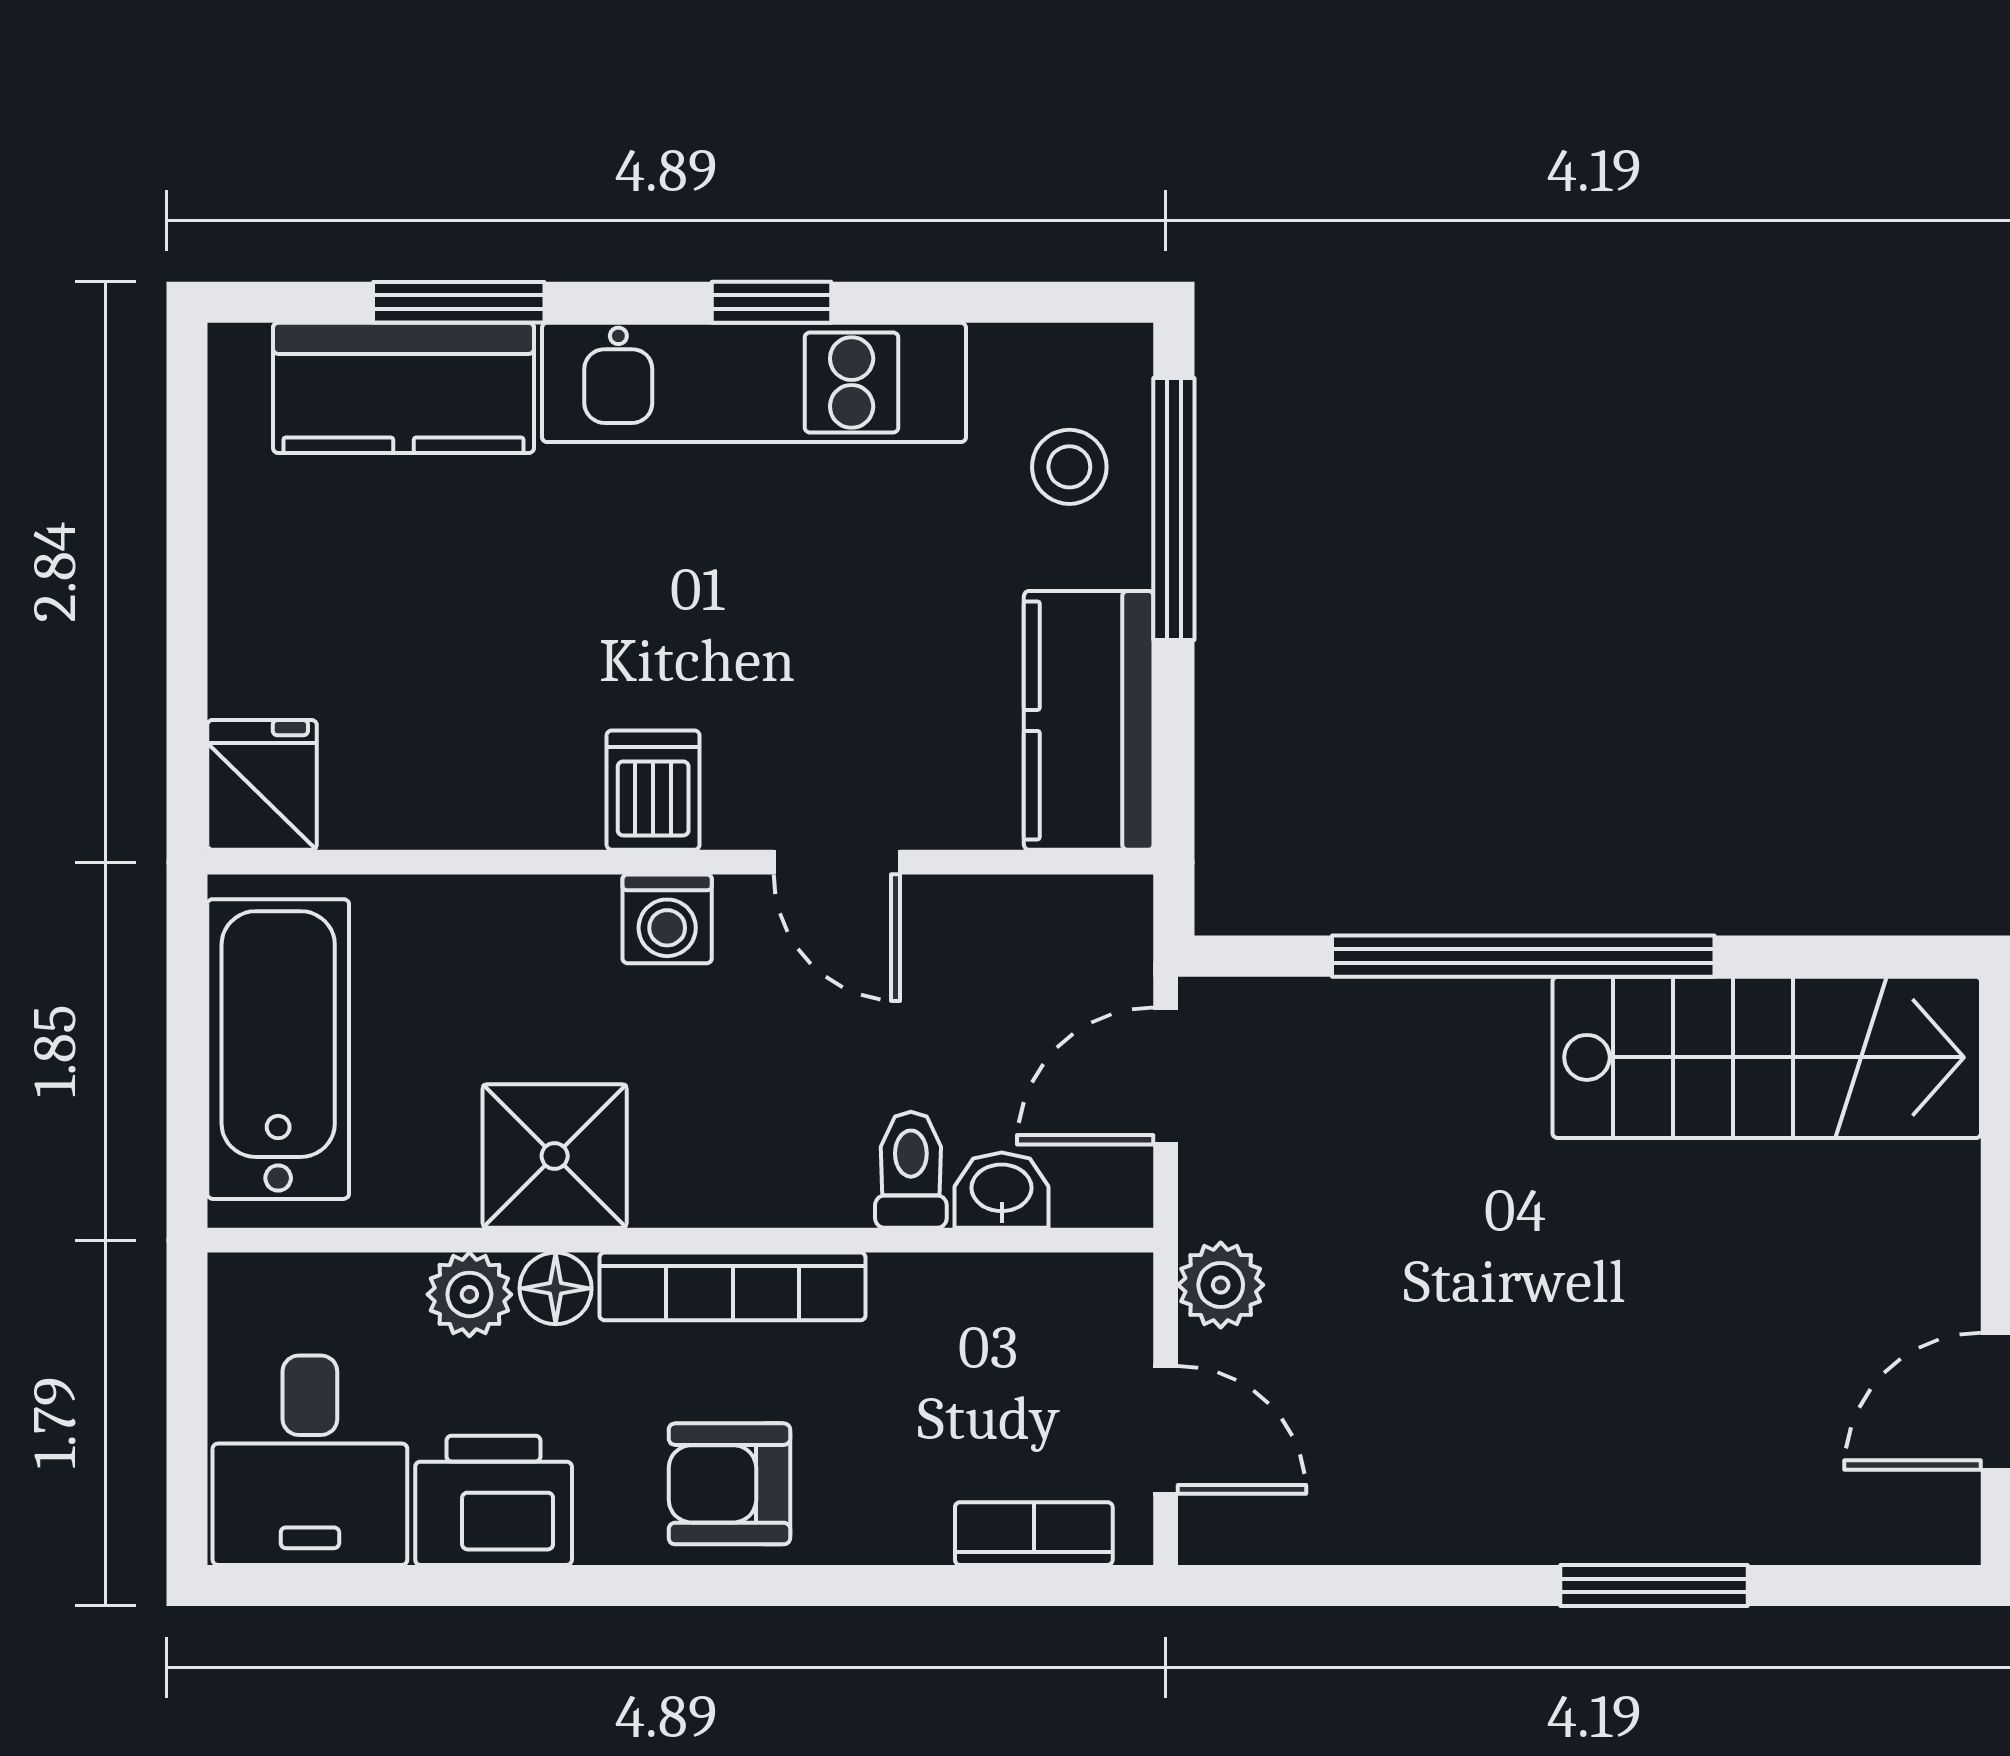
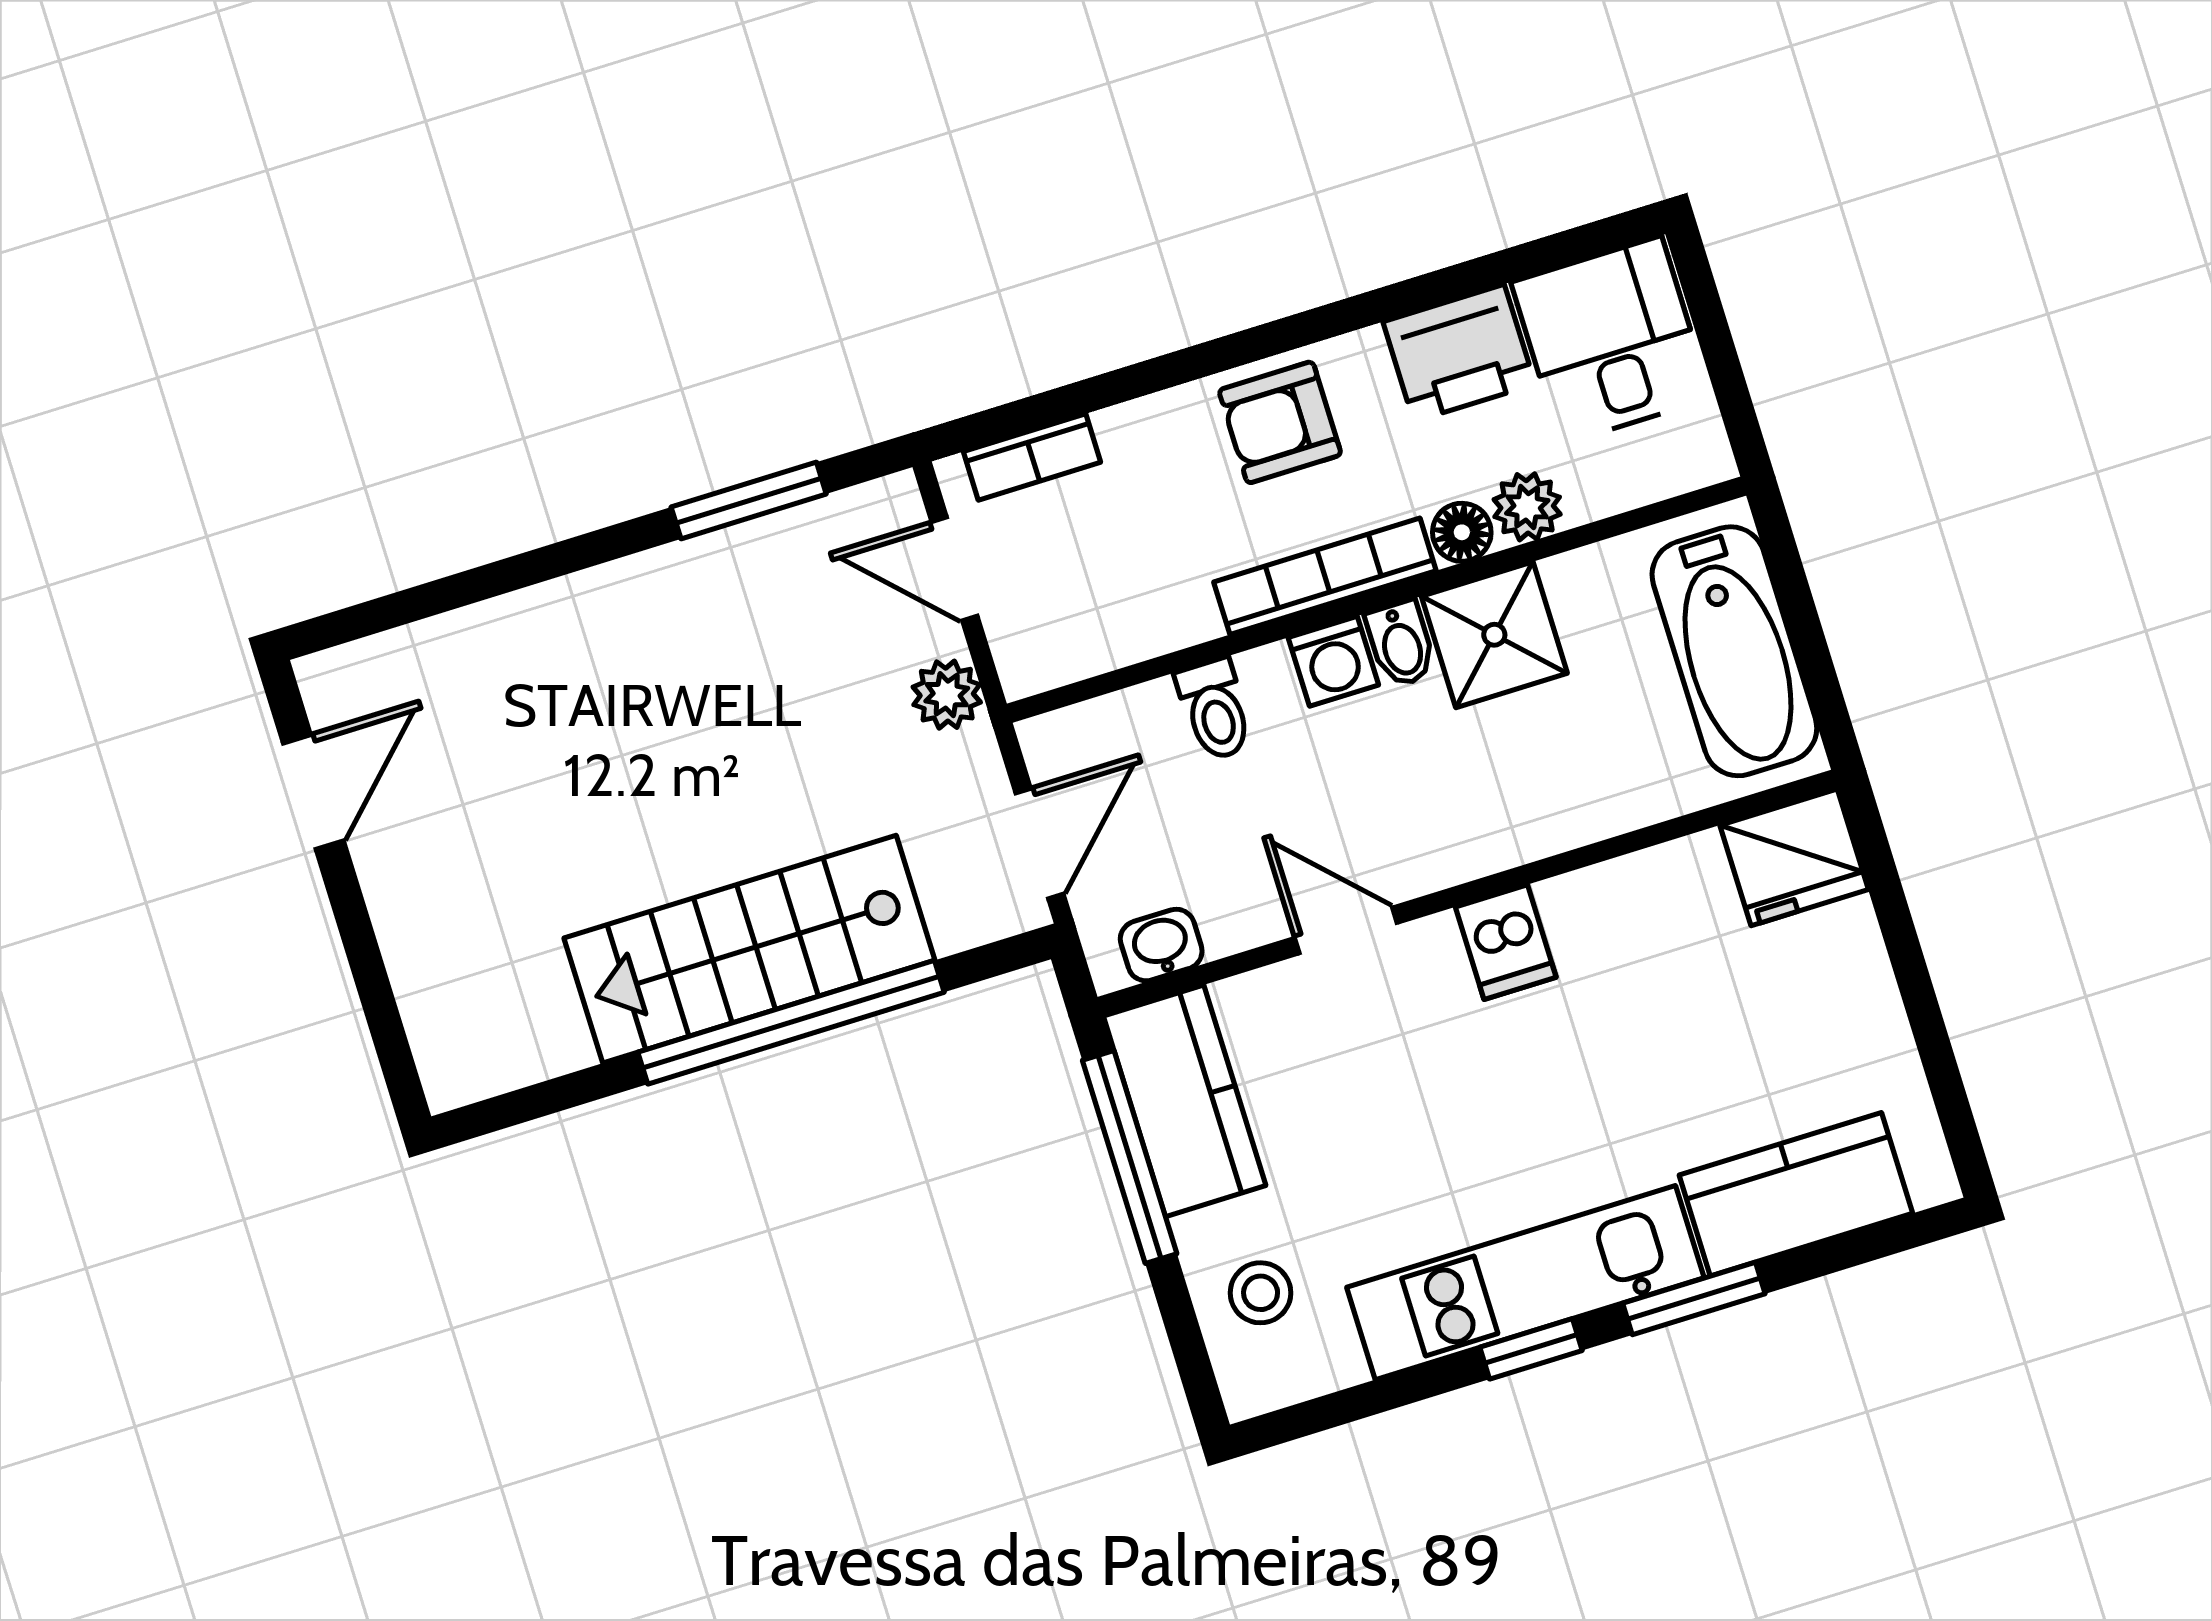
window: (459, 302) -> (1694, 1299), moved
window: (1174, 509) -> (1130, 1157), moved
fridge: (262, 785) -> (1794, 857), width x1.38
washing machine: (667, 919) -> (1333, 661), moved, turned 180
stairs: (1767, 1057) -> (749, 949), moved
bidet: (668, 1179) -> (1401, 644), added
washbasin: (1002, 1190) -> (1161, 945), moved, turned 180
armchair: (729, 1484) -> (1280, 422), turned 180
window: (1654, 1585) -> (749, 501), moved

